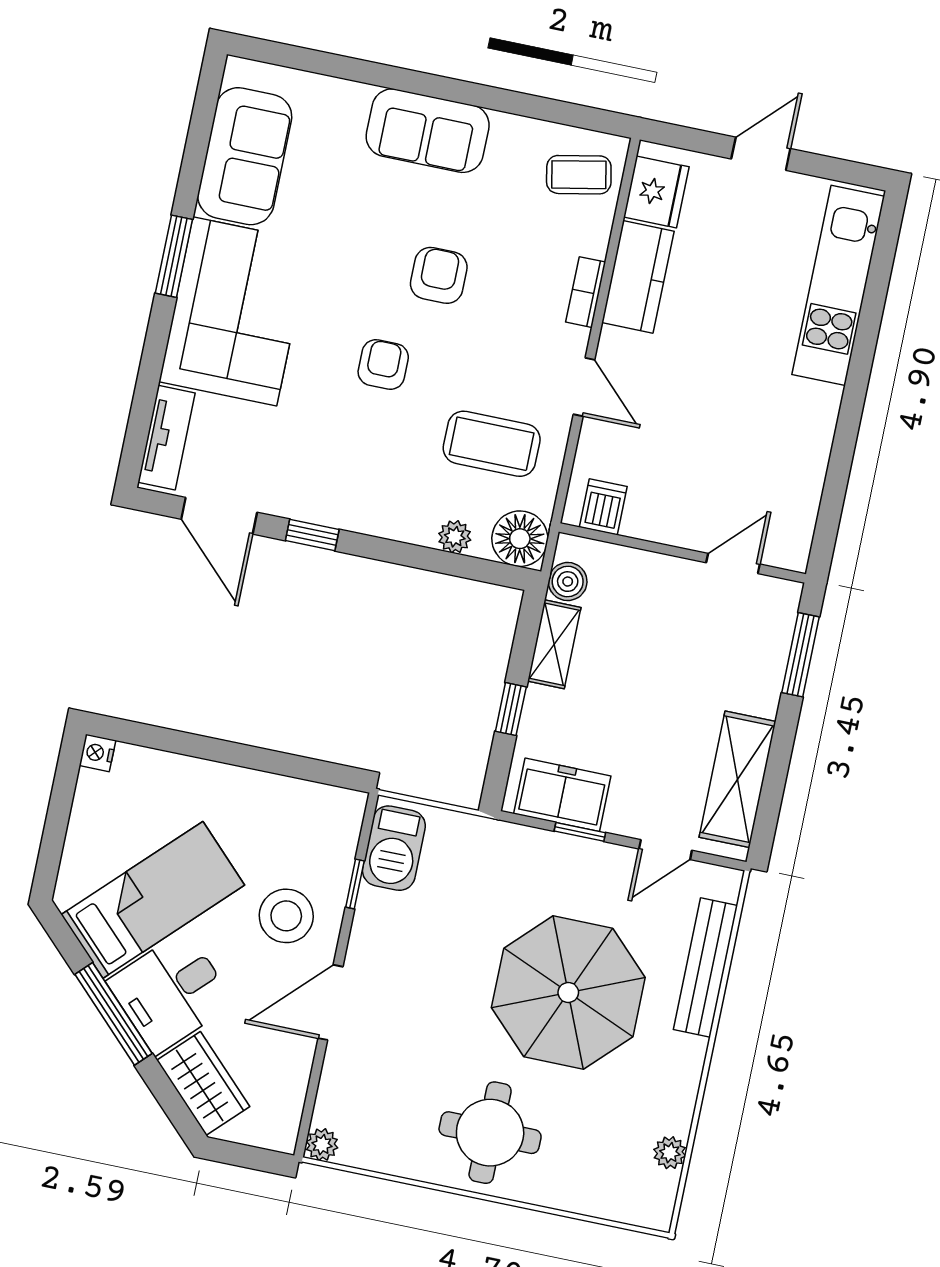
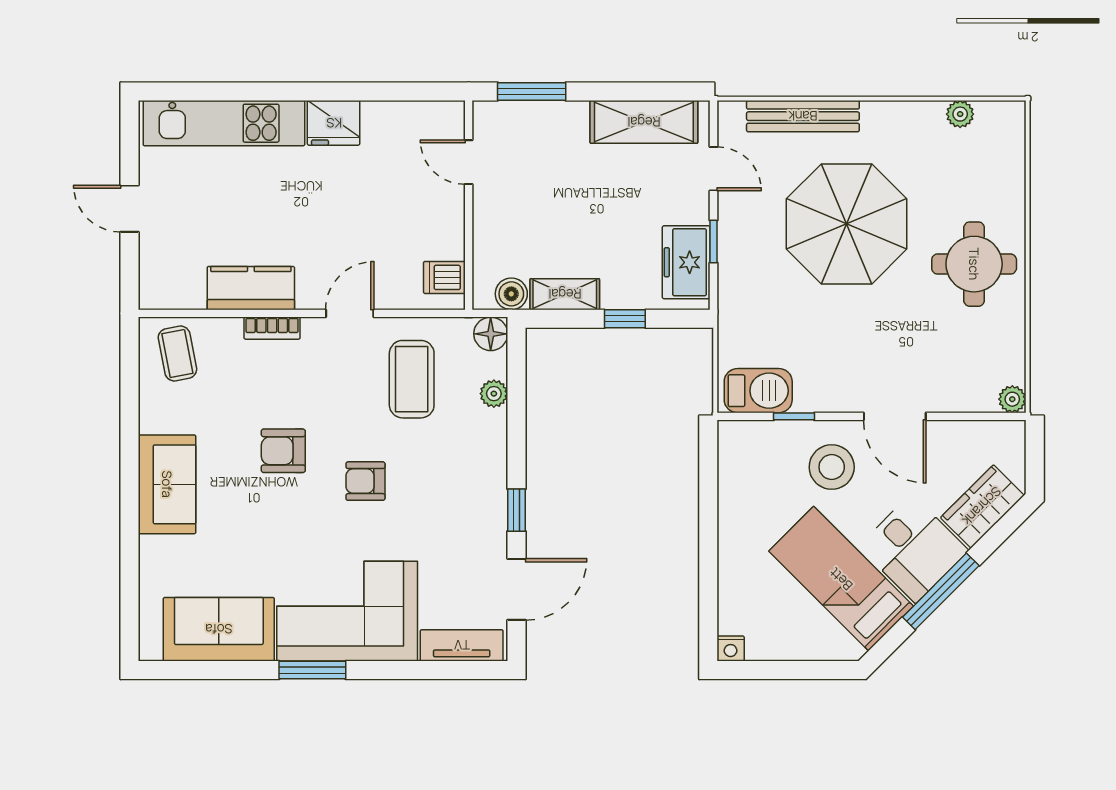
fridge: (656, 192) -> (334, 123), moved, turned 180
floor lamp: (520, 539) -> (491, 334), width x0.73, depth x0.73

